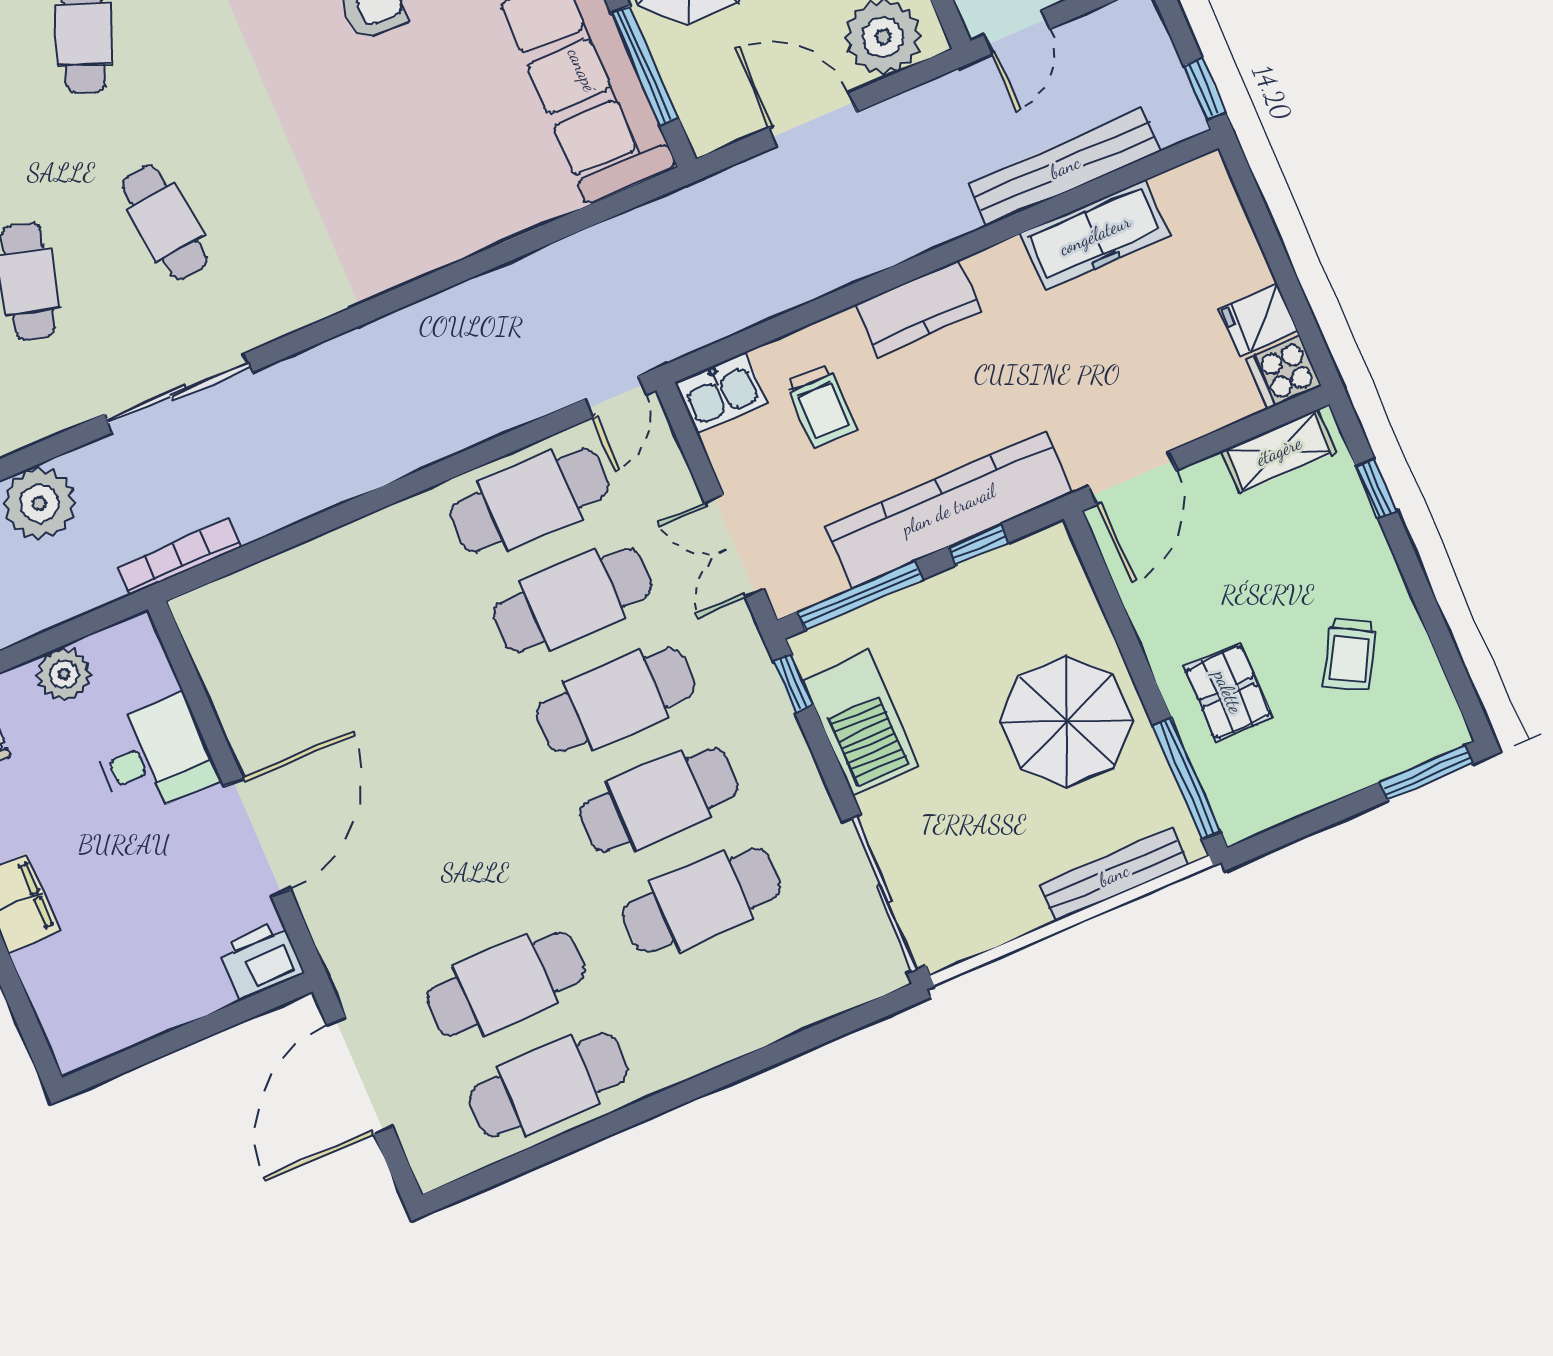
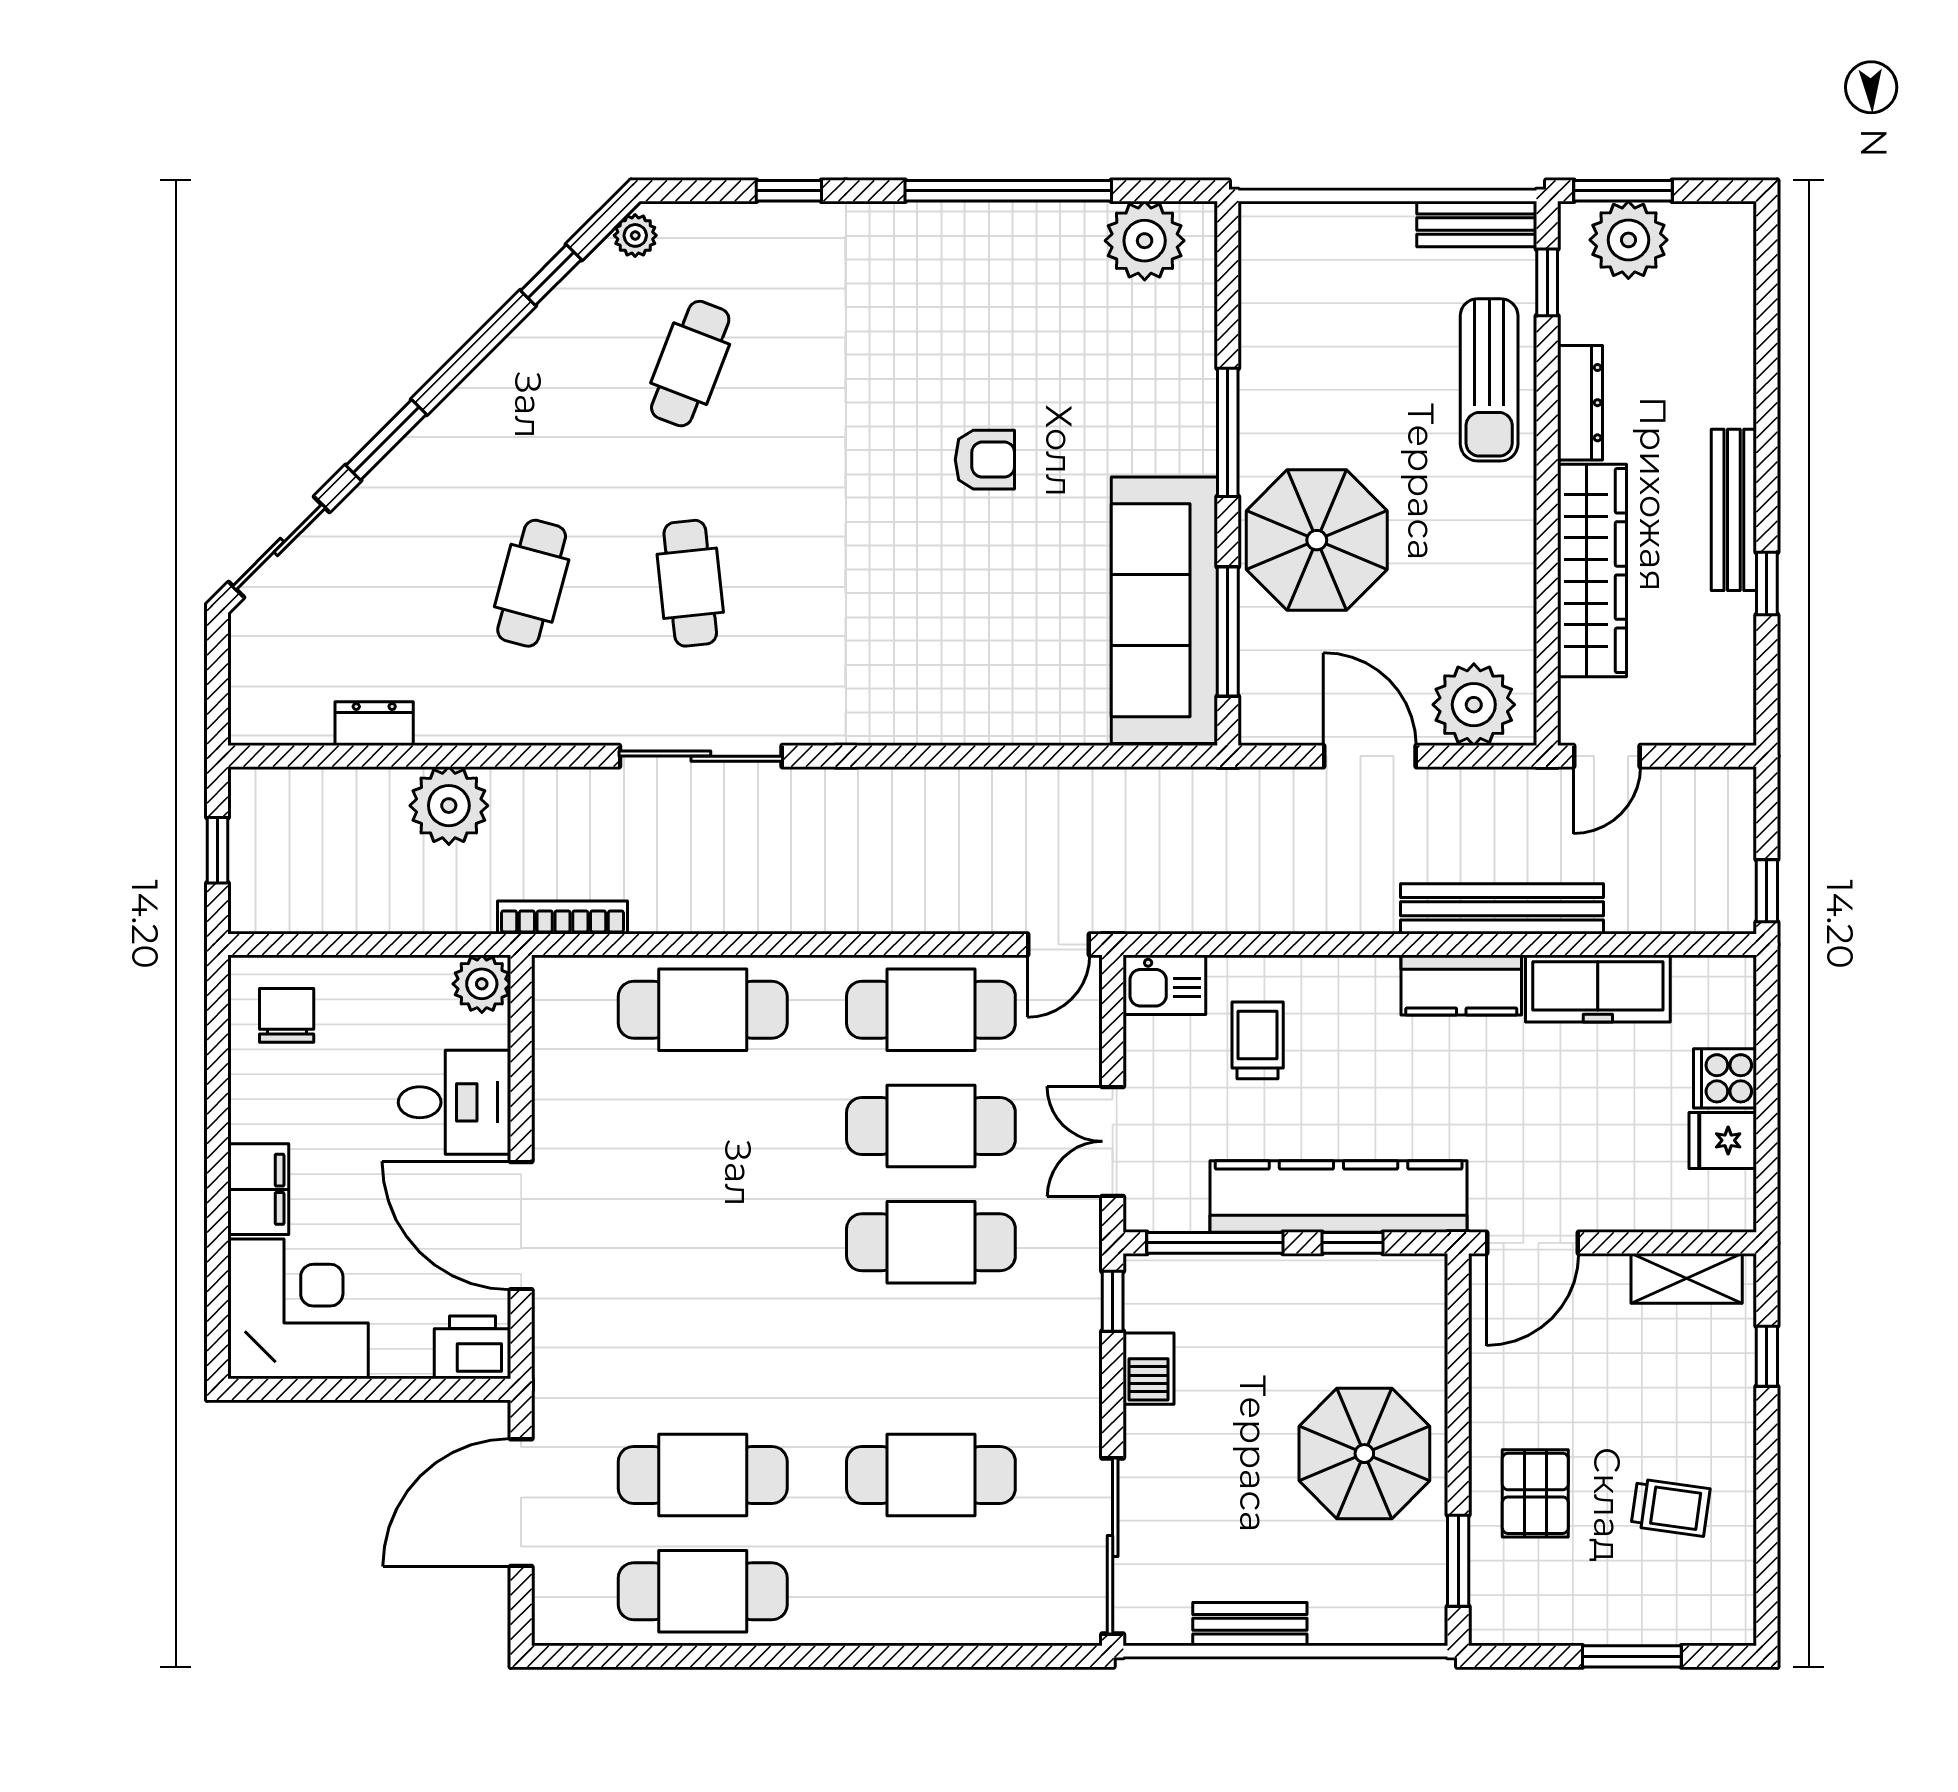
bench: (1065, 167) -> (1502, 909), moved
kitchen counter: (918, 308) -> (1461, 985), moved
cooker: (1284, 372) -> (1725, 1078), moved
sliding door: (179, 393) -> (701, 756), moved
trolley: (822, 406) -> (1258, 1040), turned 180
trolley: (1350, 654) -> (1671, 1508), turned -111
plant: (64, 674) -> (482, 984), moved
barbecue: (861, 723) -> (1148, 1369), width x0.53, depth x0.65
window: (1426, 773) -> (1632, 1656), moved
window: (1187, 779) -> (1458, 1561), width x0.69
cafe table: (659, 800) -> (703, 1010), moved
door: (257, 838) -> (521, 1226), swing flipped
bench: (1114, 875) -> (1250, 1624), moved, width x0.73
corner desk: (96, 992) -> (298, 1309), added

